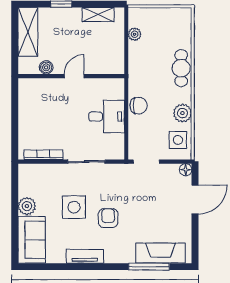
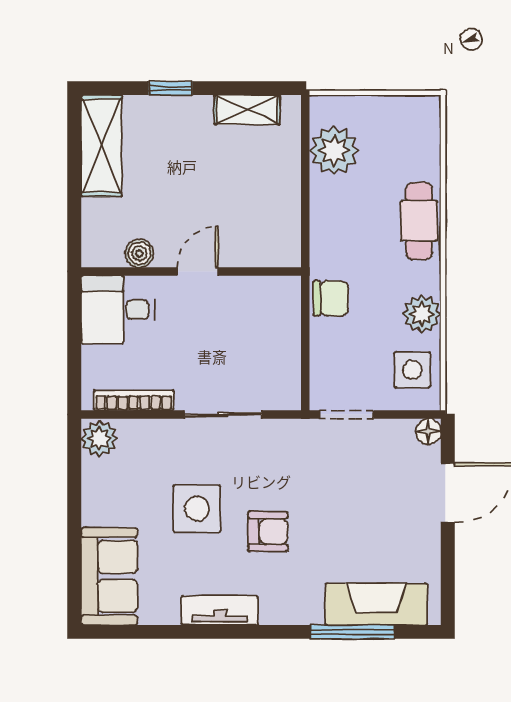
plant: (135, 34) -> (334, 151), width x1.87, depth x1.87
boiler: (46, 67) -> (139, 253), moved
wall: (71, 76) -> (191, 271), moved
door: (74, 76) -> (198, 271), moved
desk: (107, 117) -> (118, 310), moved, turned 180
plant: (27, 206) -> (99, 439), moved
armchair: (108, 218) -> (268, 531), turned 90

